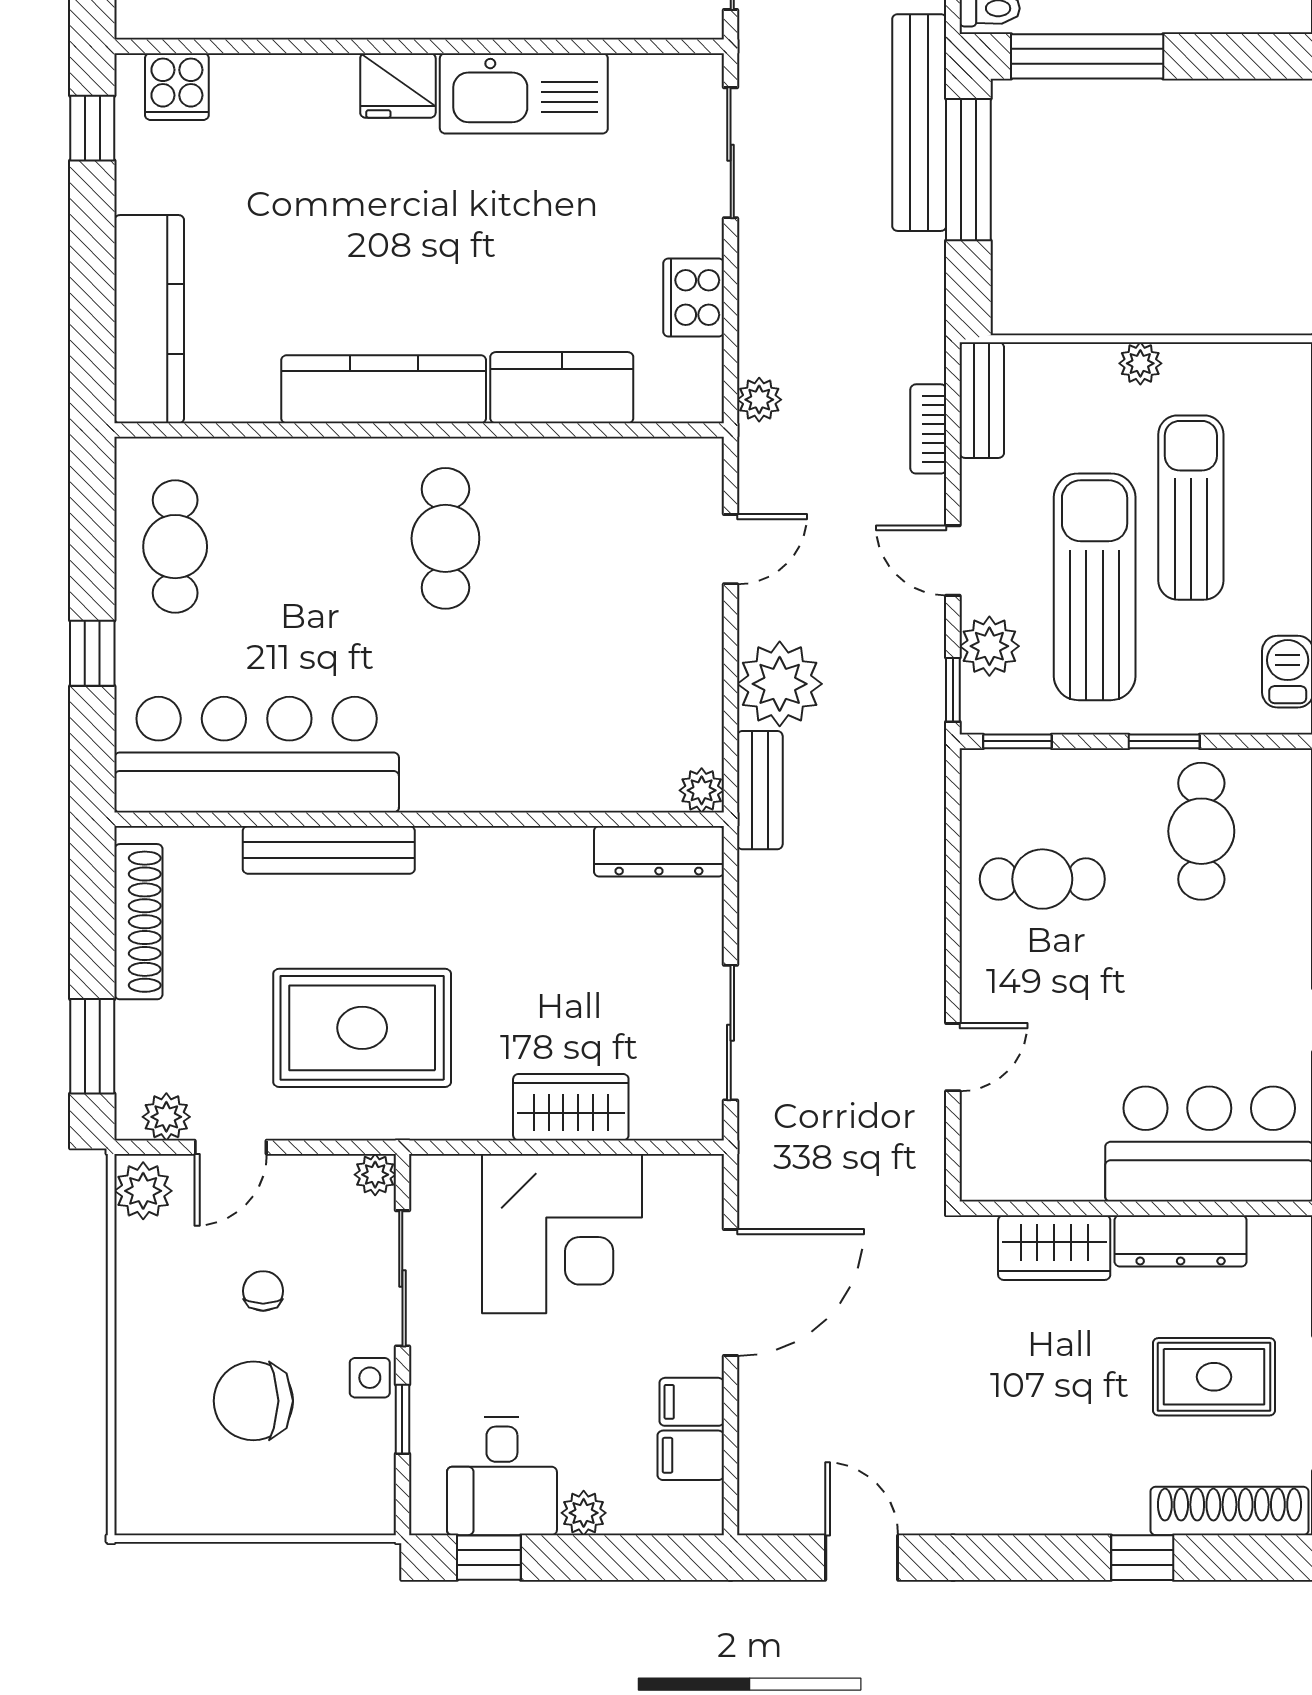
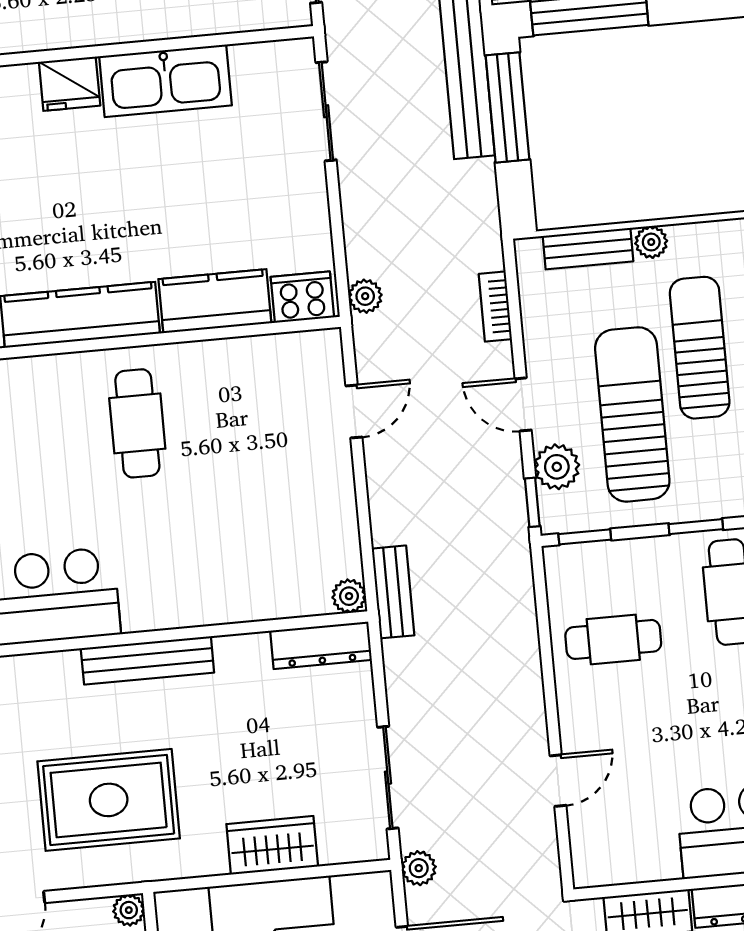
cooker: (694, 297) -> (302, 297), moved, turned 90
bench: (982, 400) -> (588, 249), moved, turned 90
plant: (780, 684) -> (419, 868), moved, width x0.53, depth x0.53
bench: (329, 850) -> (147, 660), moved

